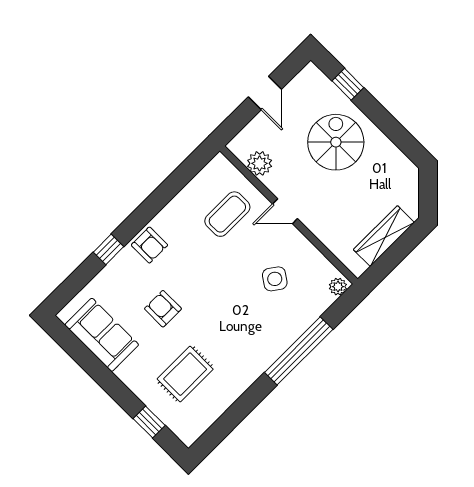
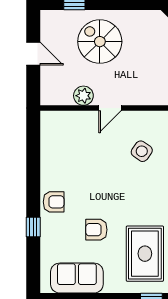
plant: (260, 163) -> (83, 96), moved
coffee table: (227, 214) -> (80, 142), removed
rug: (185, 374) -> (145, 254), width x1.36, depth x1.43

